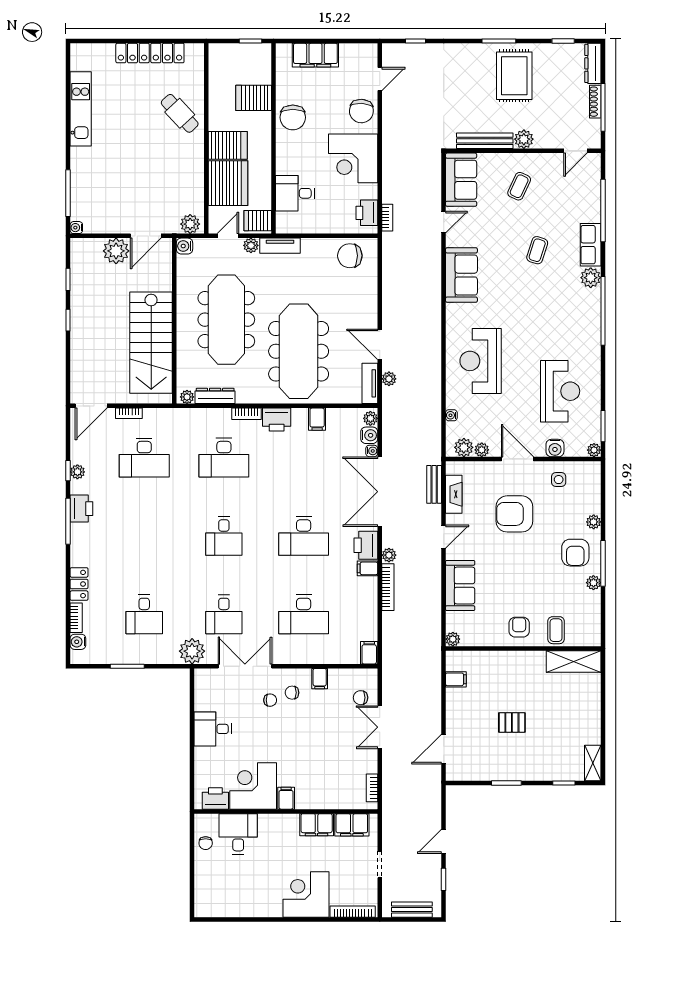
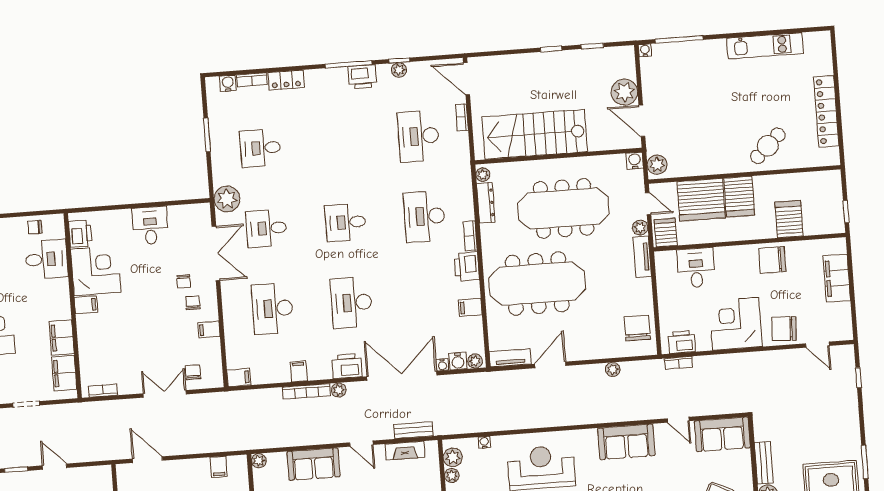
bench: (485, 141) -> (764, 463), width x0.73
plant: (389, 379) -> (613, 369), moved
filing cabinet: (367, 568) -> (299, 371), moved

